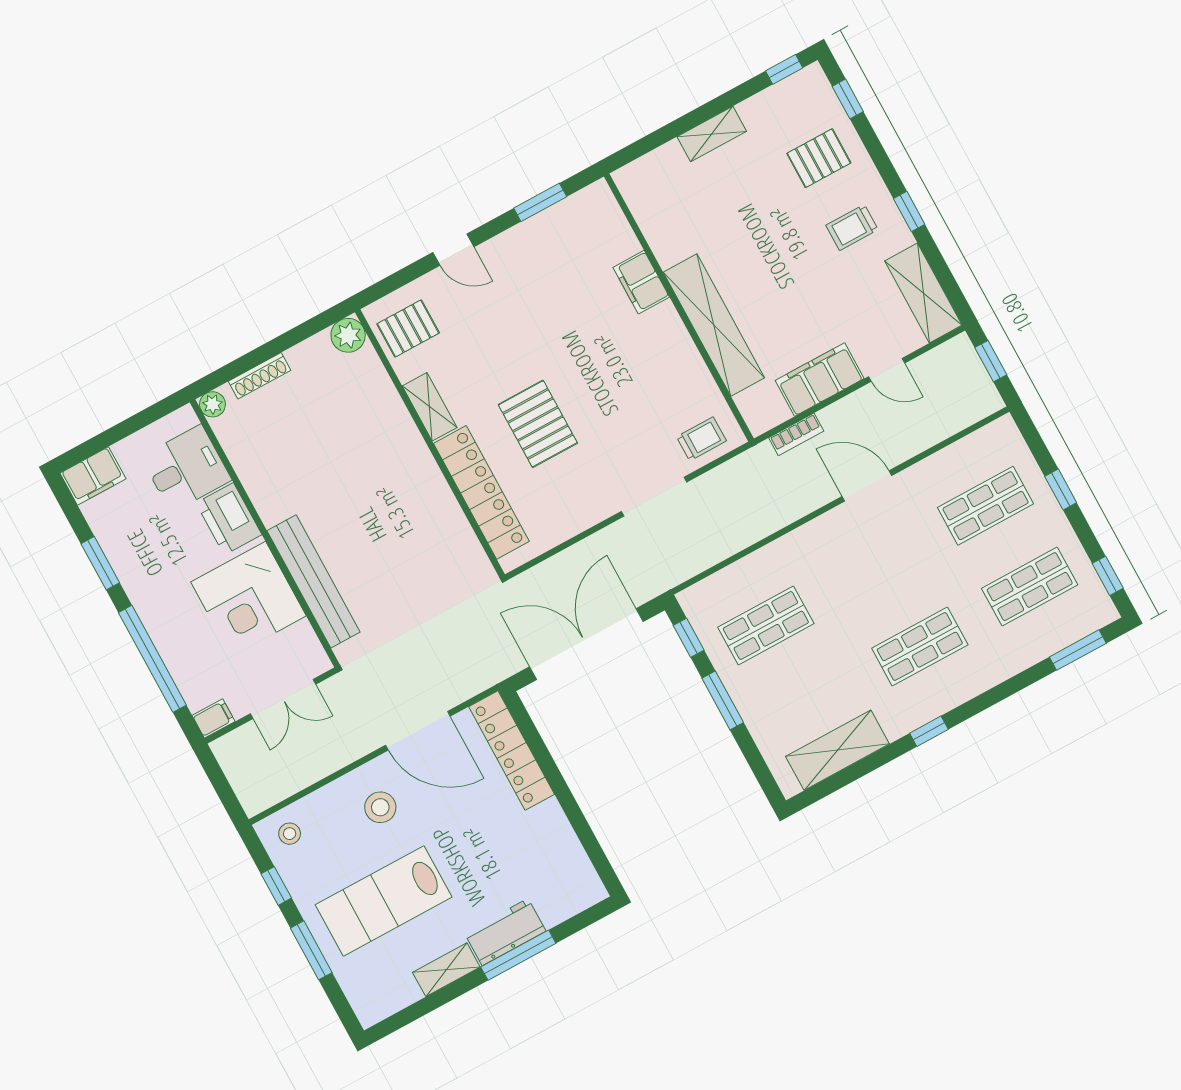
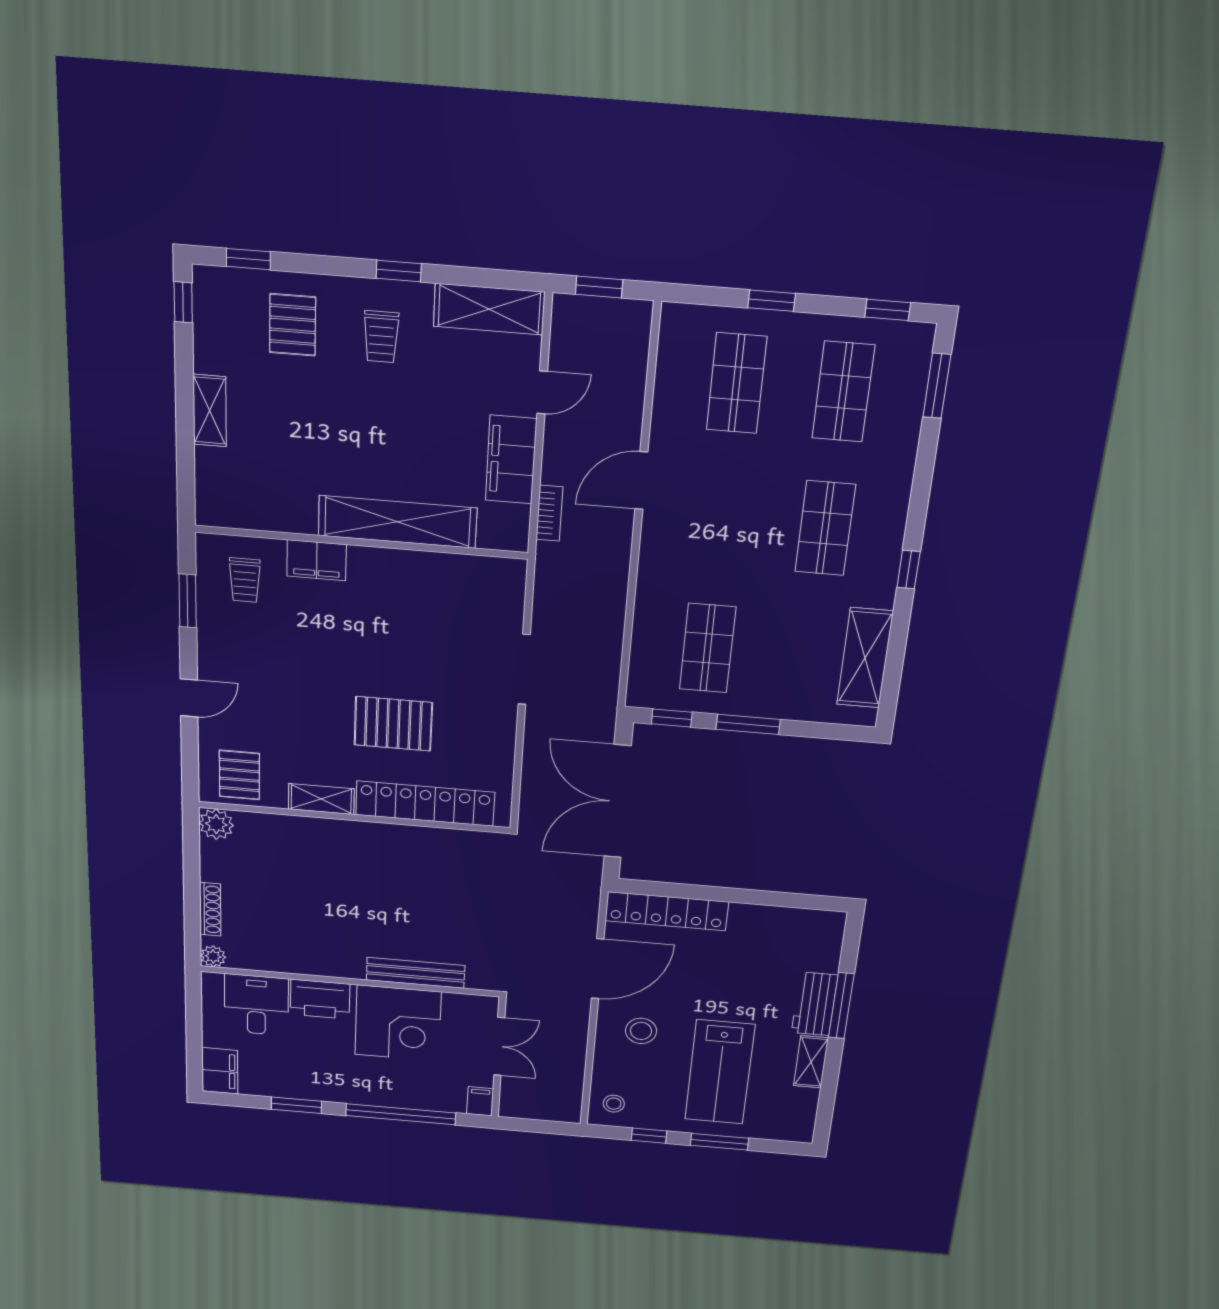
trolley: (701, 439) -> (245, 580), moved, turned 180
bench: (313, 581) -> (416, 973), width x0.73, depth x0.82

